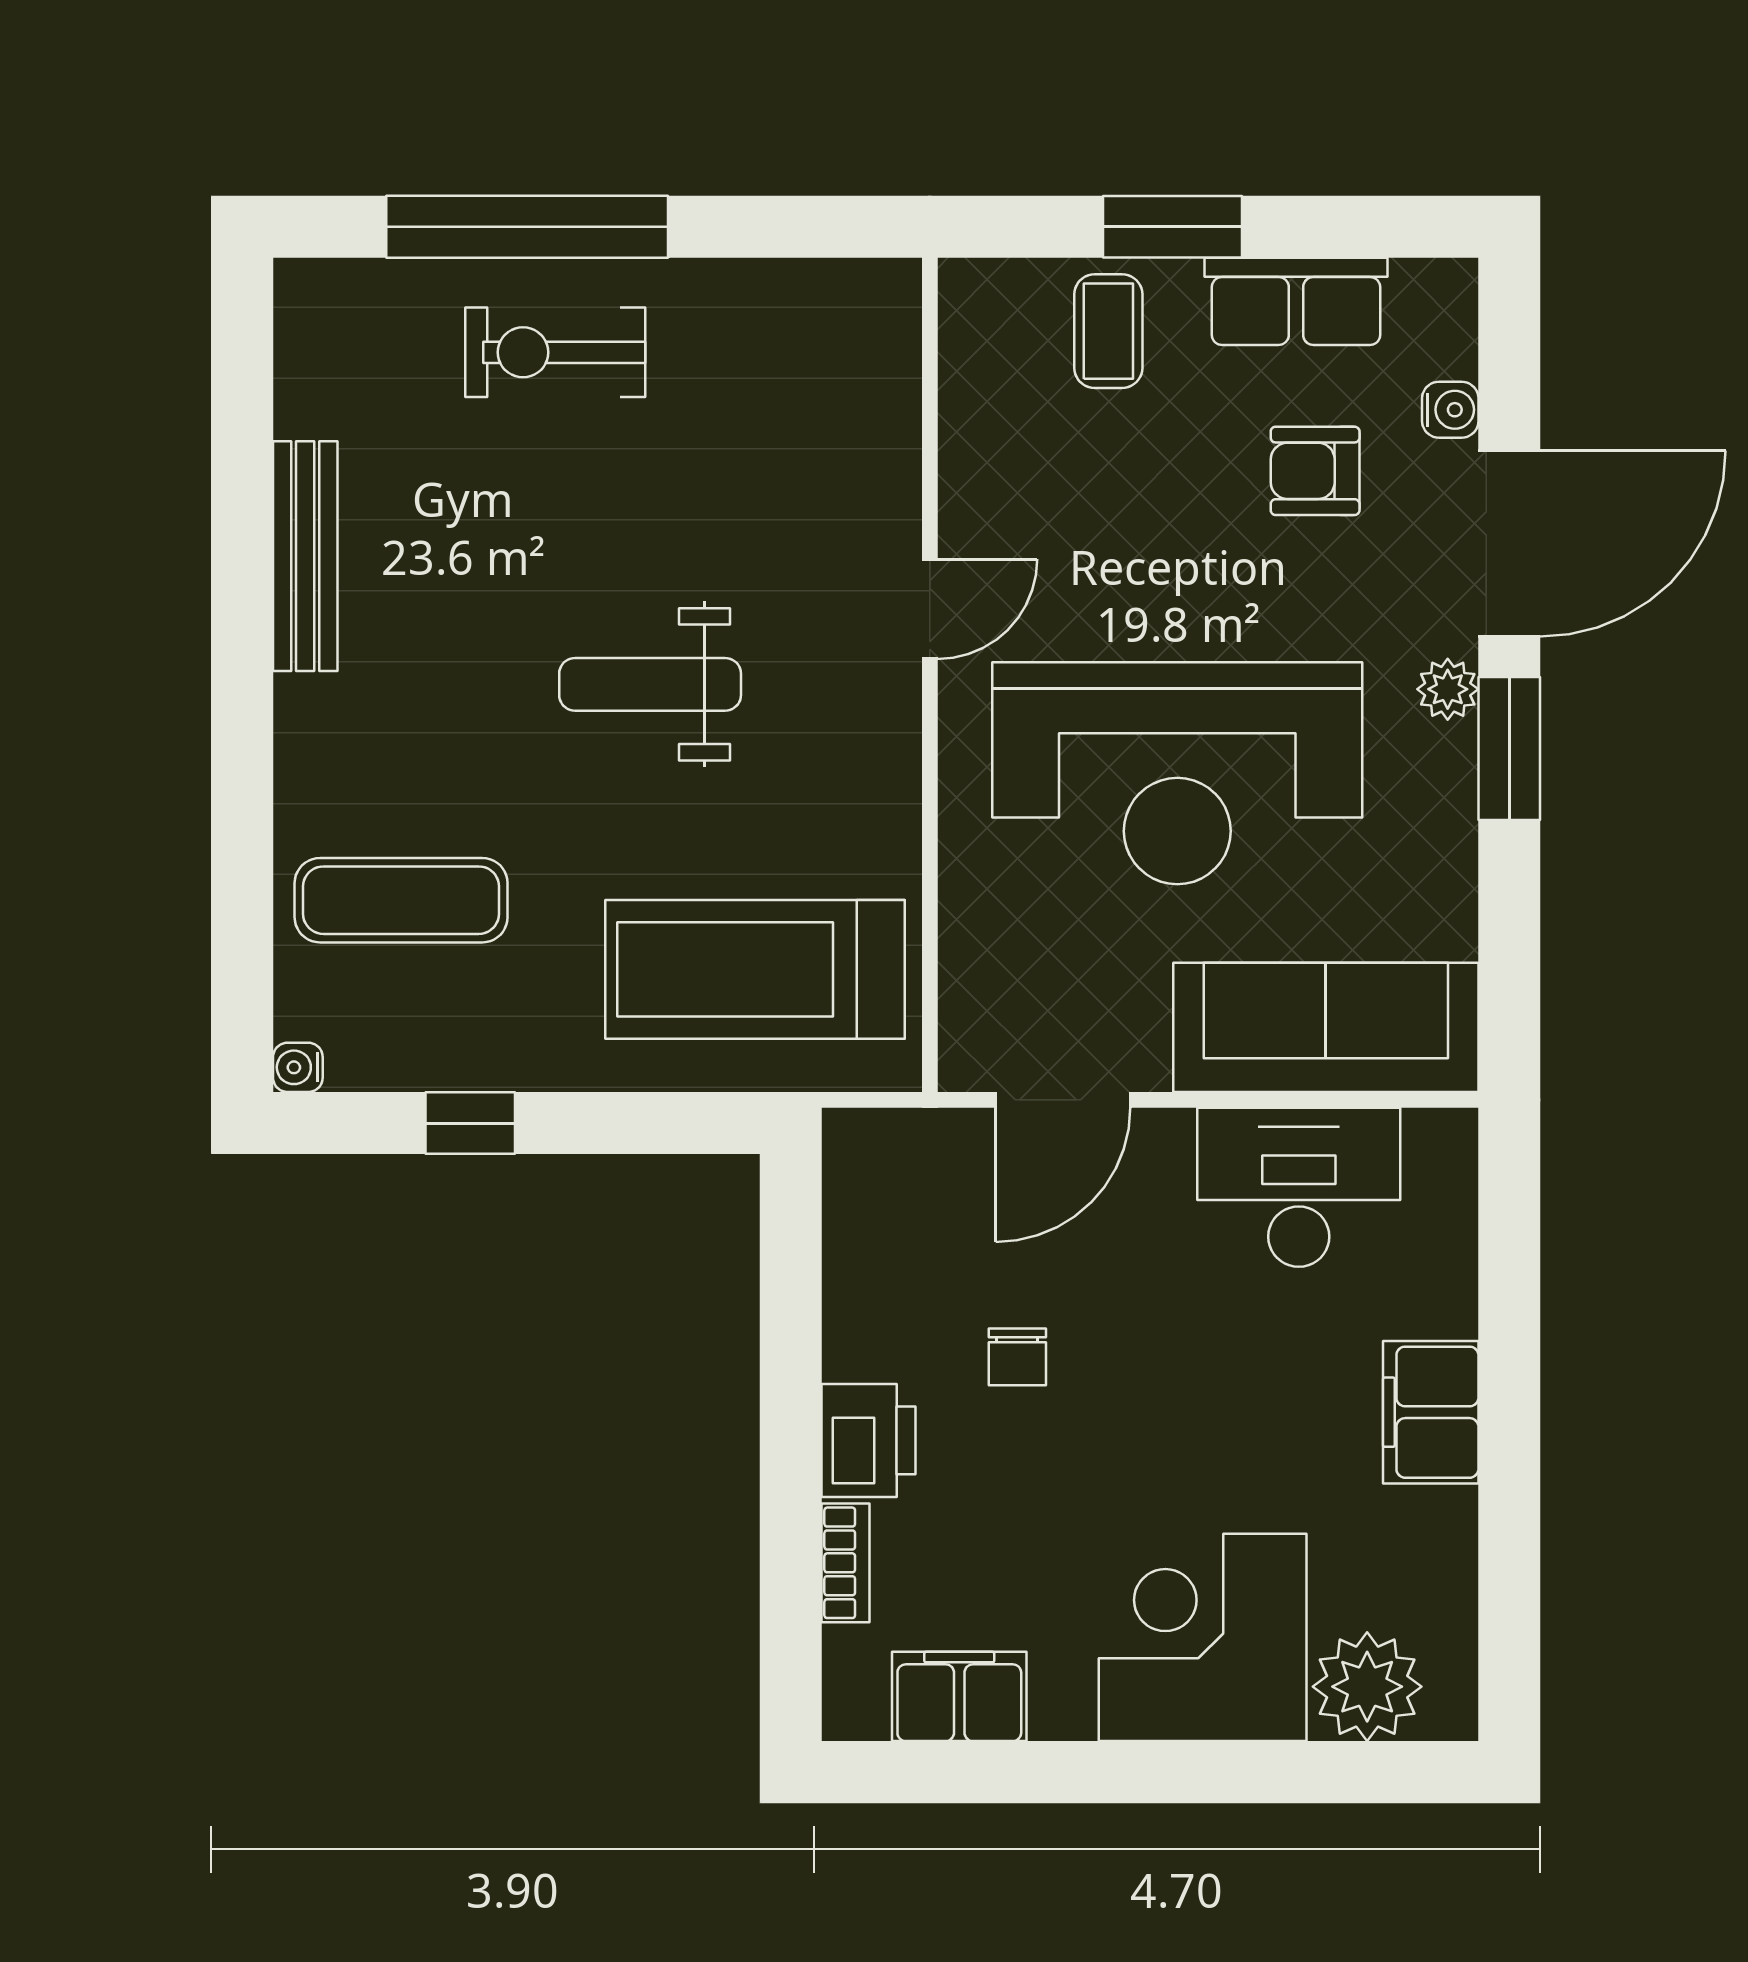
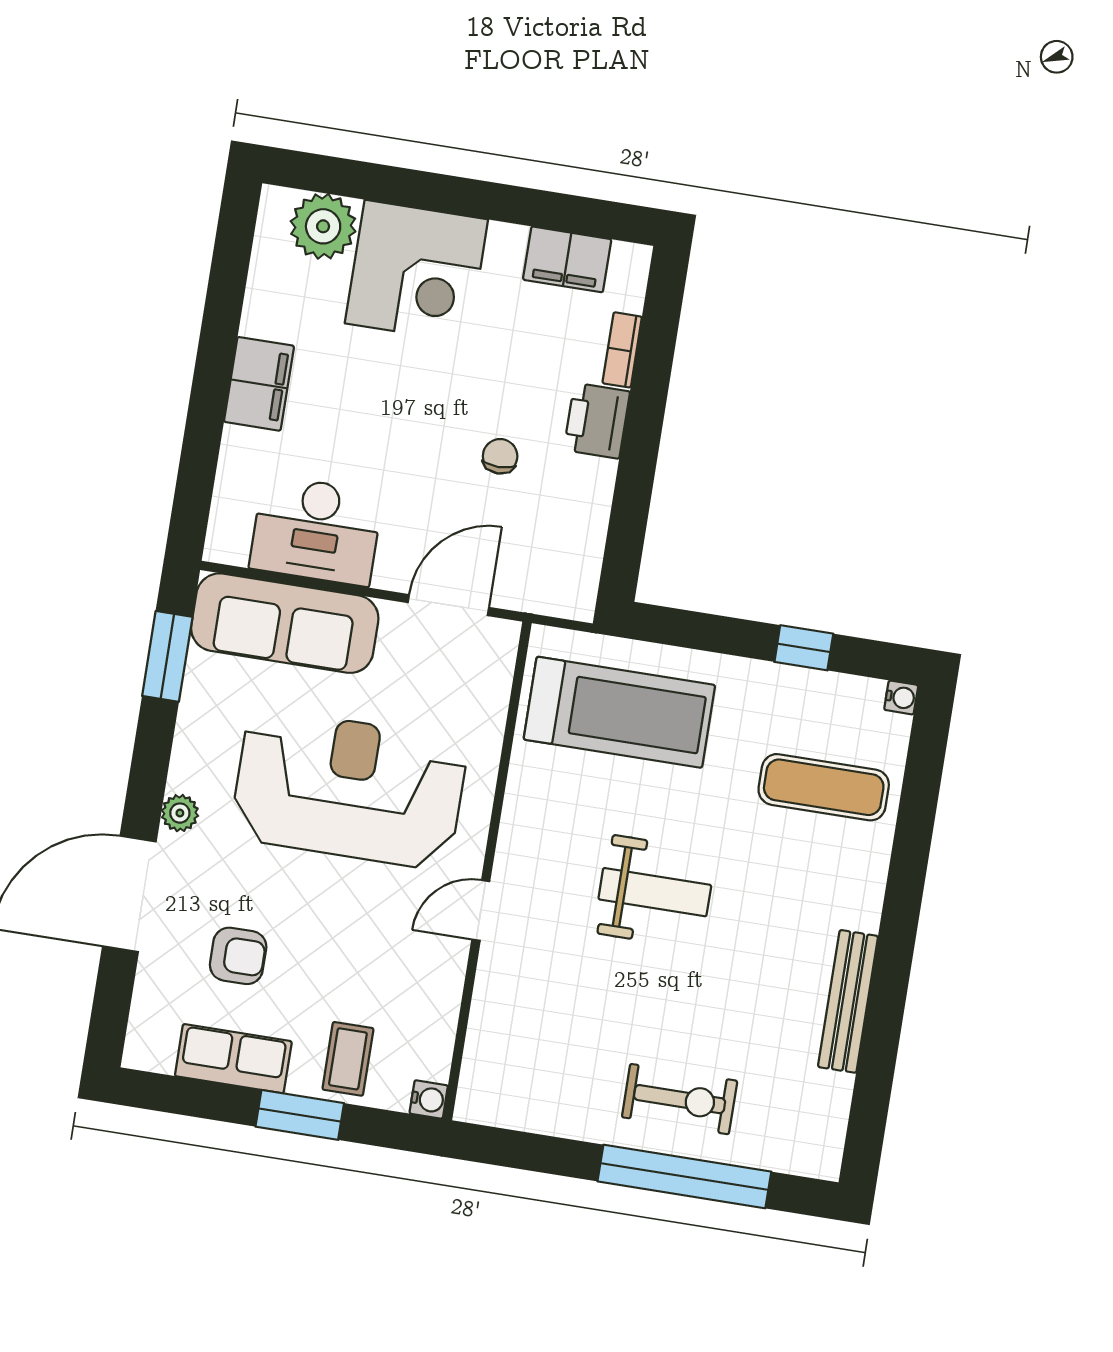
water cooler: (1450, 410) -> (429, 1099), moved, turned 180
window: (1509, 749) -> (167, 656), moved

